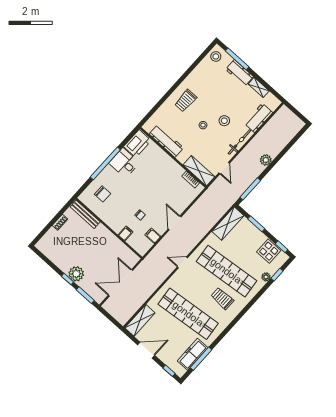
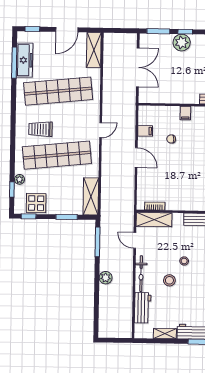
filing cabinet: (125, 233) -> (185, 113), moved
trolley: (222, 298) -> (40, 129), turned 180

